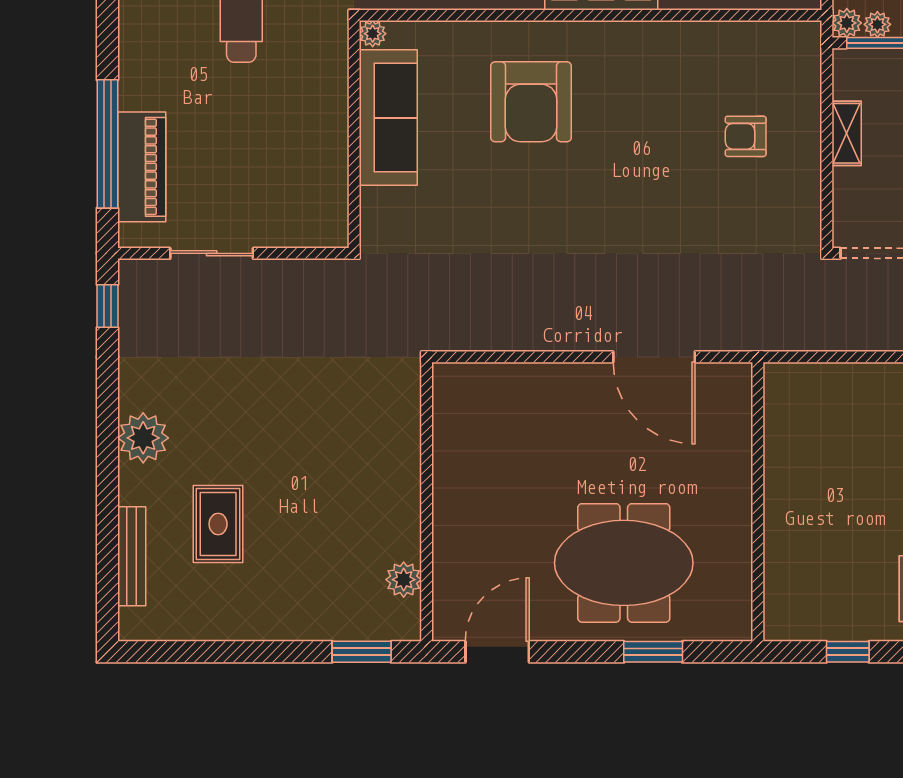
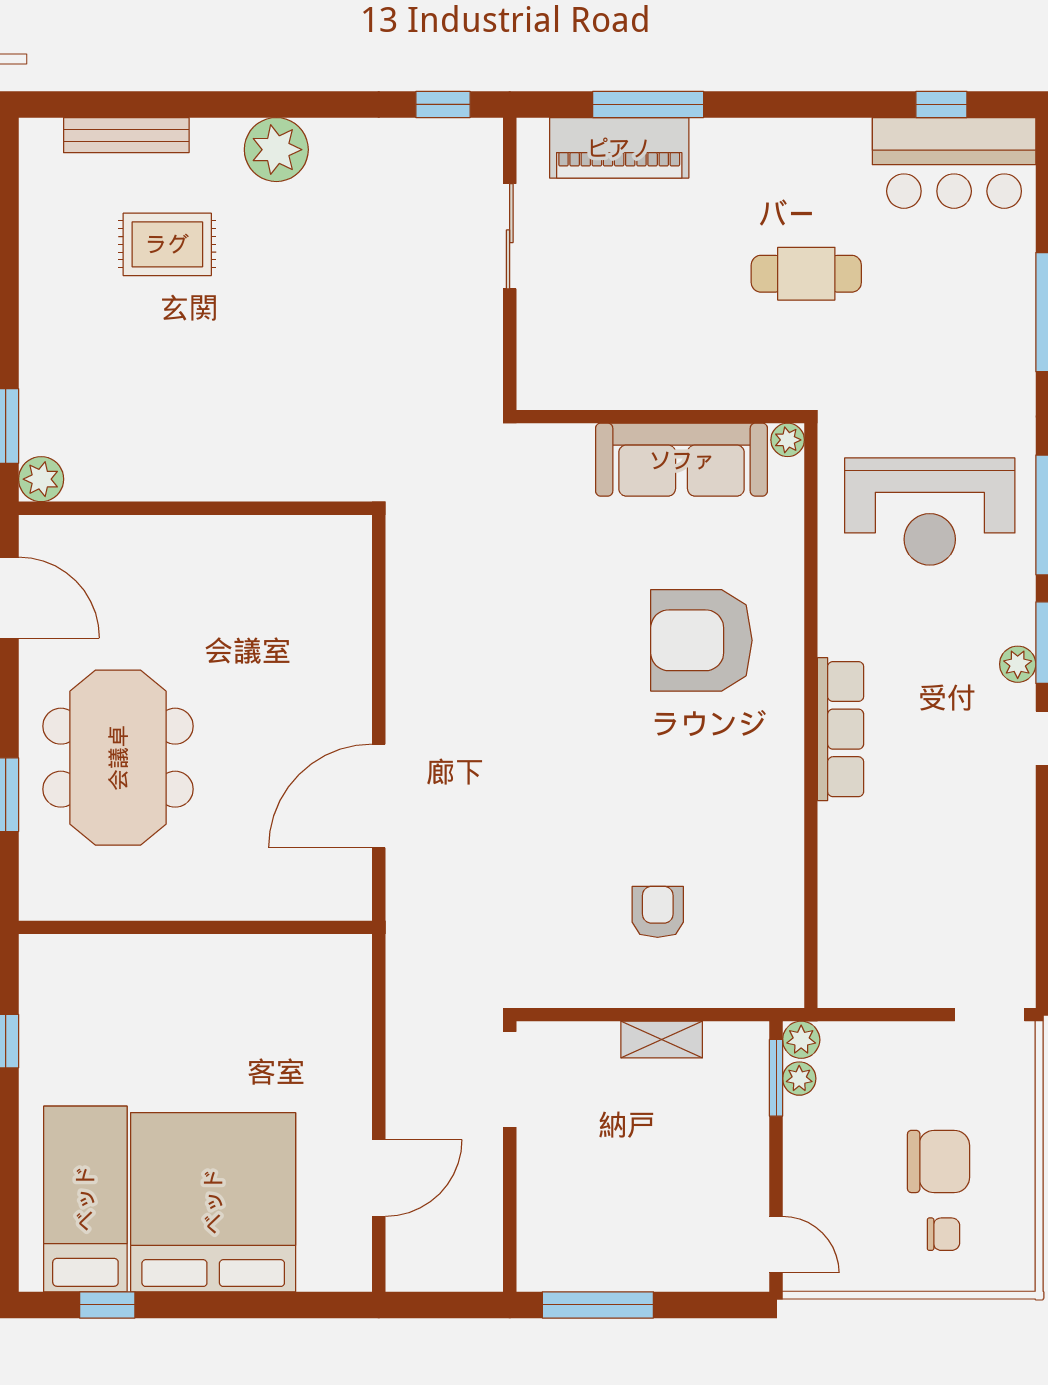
window: (107, 144) -> (648, 104), width x0.68
plant: (404, 580) -> (41, 479), moved

